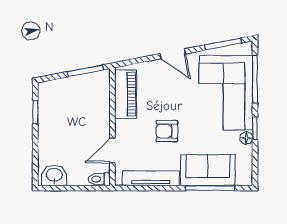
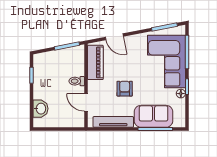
door: (173, 54) -> (114, 37), moved
armchair: (167, 131) -> (125, 89), turned 90
door: (112, 150) -> (86, 102), hinge flipped
washbasin: (54, 175) -> (41, 109), moved, turned 90
toilet: (99, 179) -> (77, 81), moved

